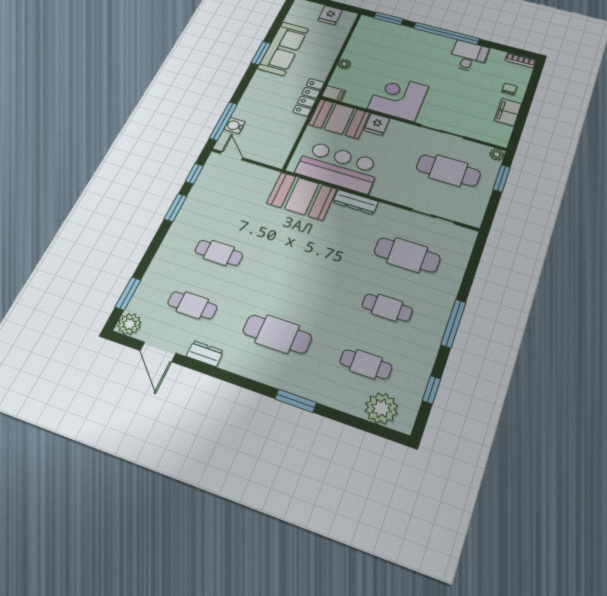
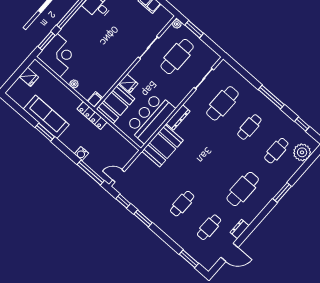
corner desk: (398, 97) -> (59, 55), moved, turned 180
water cooler: (234, 126) -> (81, 154), moved
plant: (129, 324) -> (208, 263), removed

